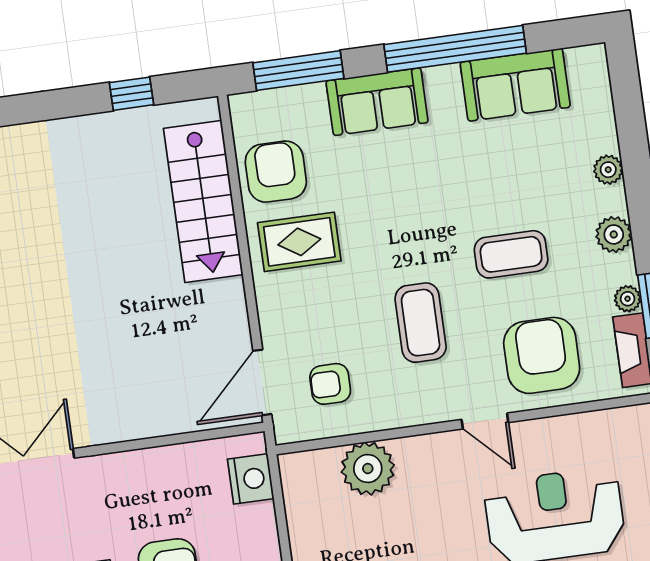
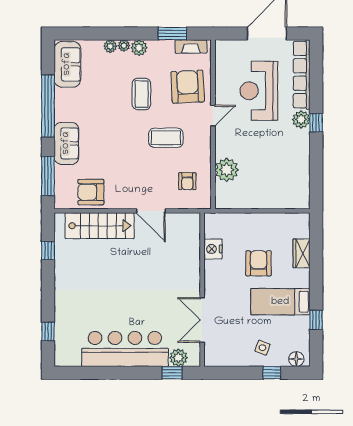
sofa: (515, 85) -> (67, 64), moved
rug: (299, 242) -> (123, 186), removed
plant: (628, 299) -> (124, 46), moved
armchair: (542, 355) -> (188, 87), turned 87
door: (262, 382) -> (151, 211), moved
nightstand: (251, 479) -> (213, 249), moved, turned -90

